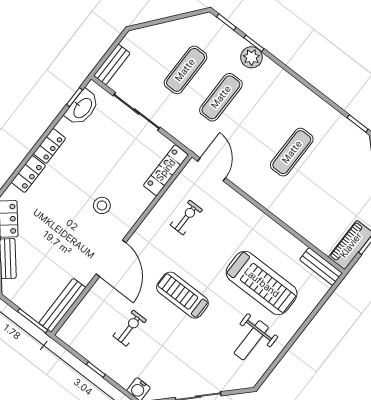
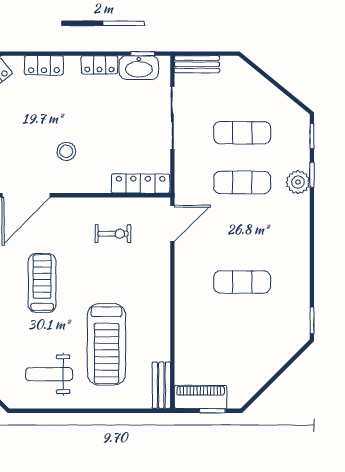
locker: (50, 146) -> (99, 65), moved

